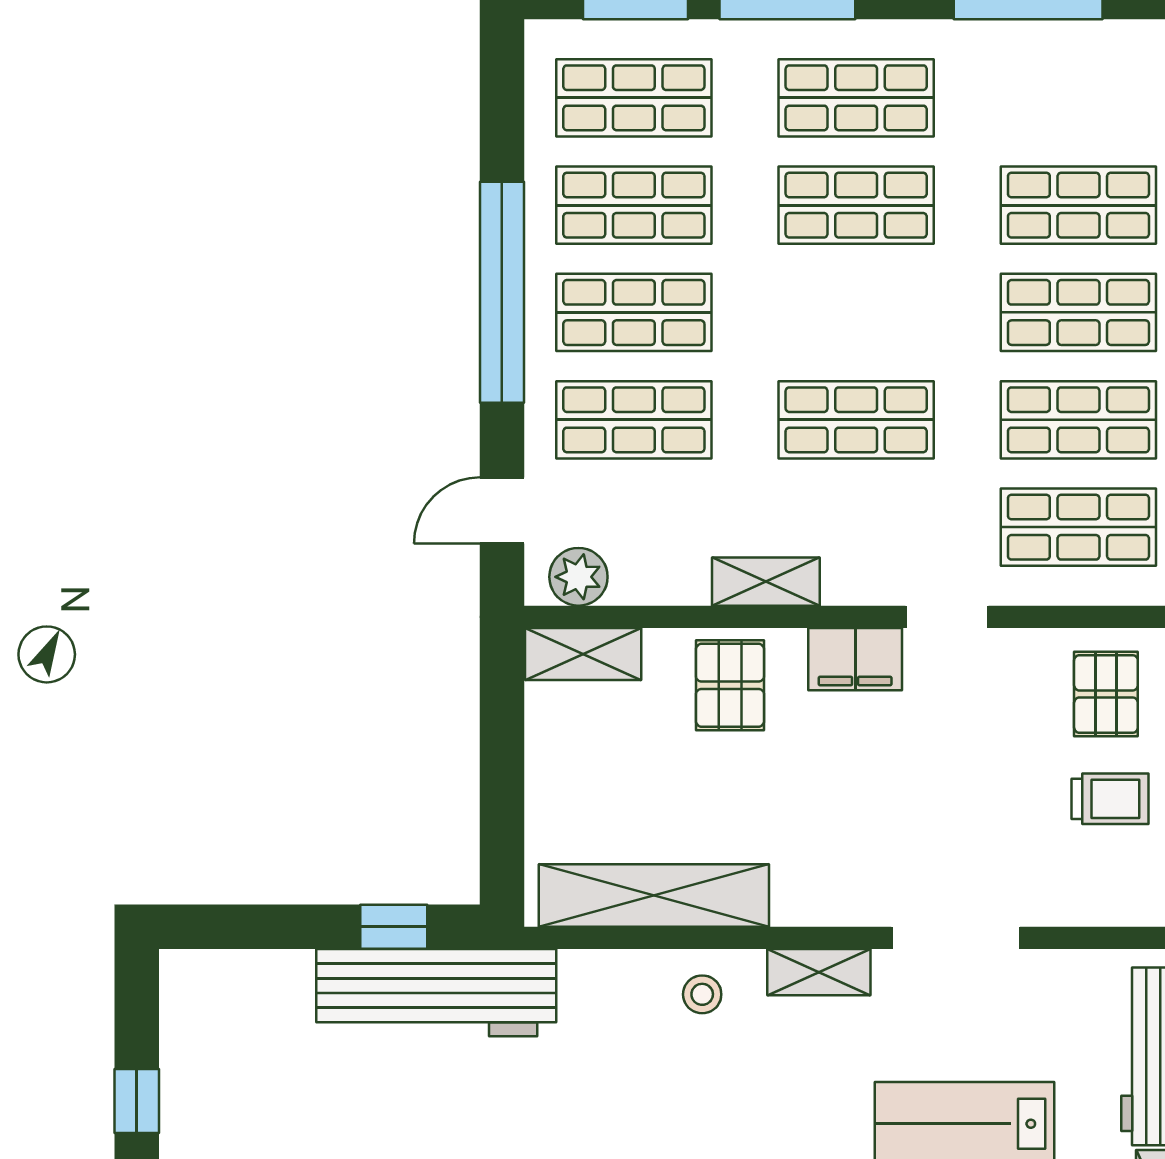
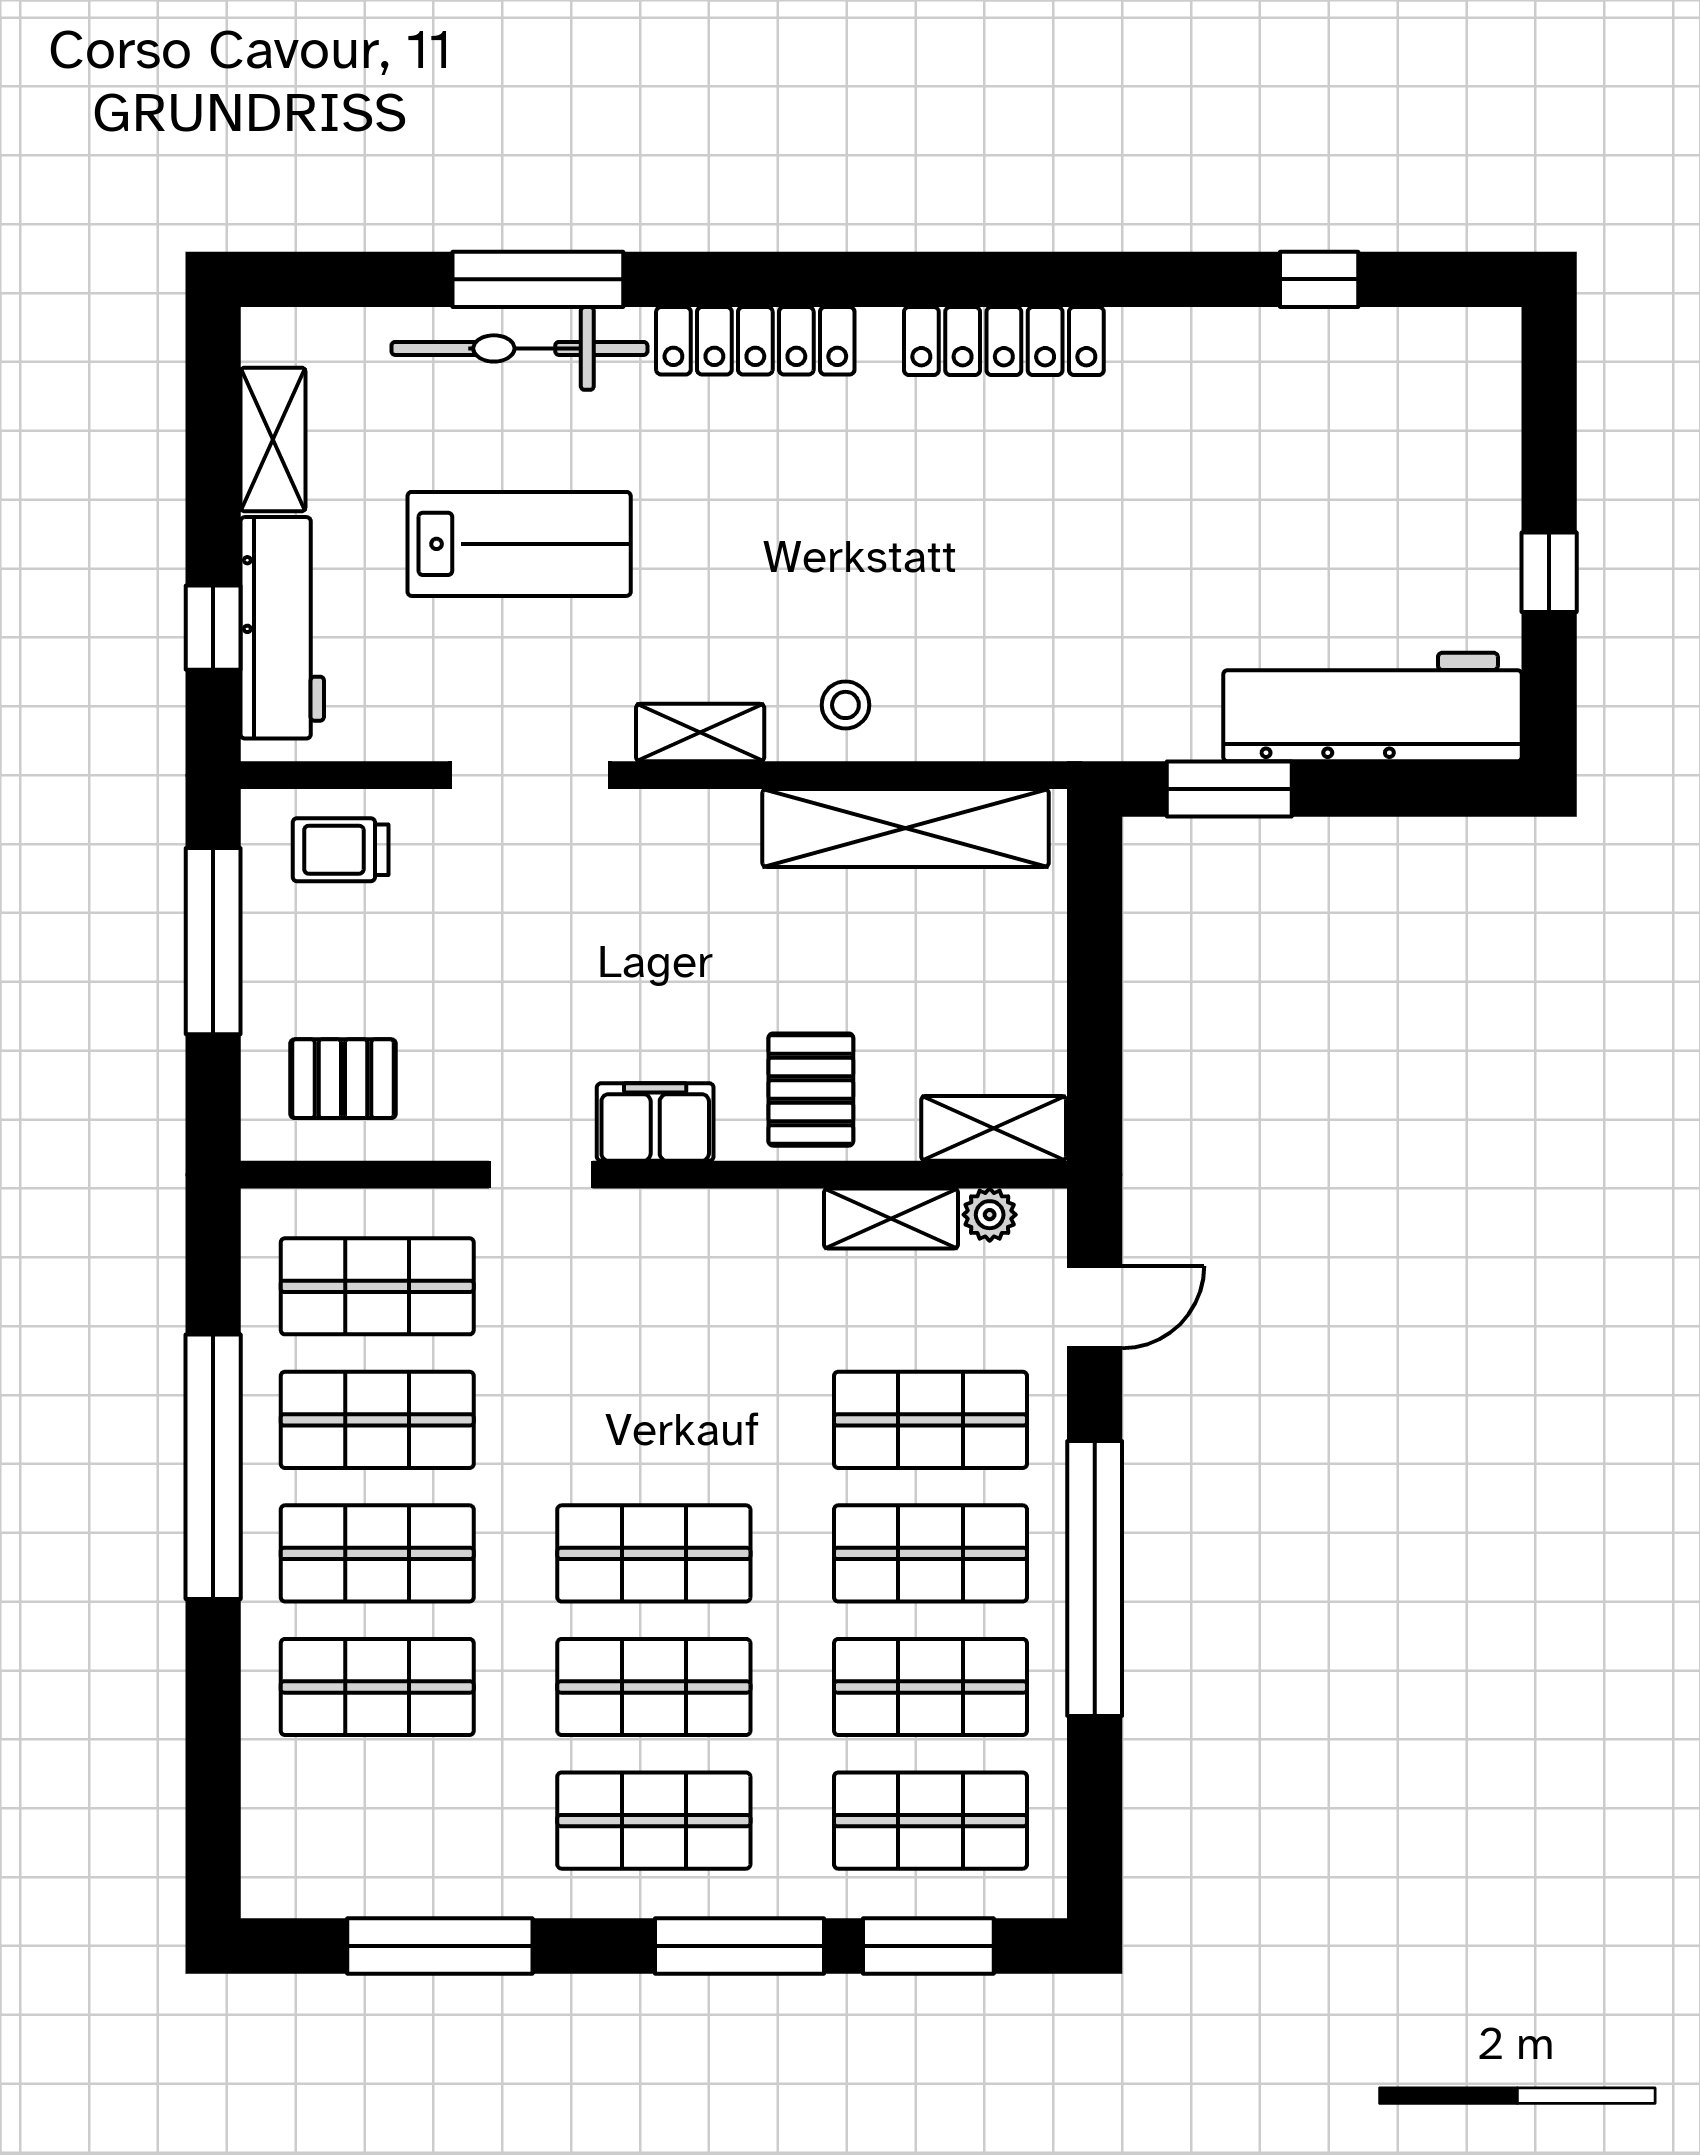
shop shelf: (856, 420) -> (654, 1553), moved
plant: (578, 577) -> (990, 1215), width x0.73, depth x0.73
shelving: (766, 582) -> (891, 1219), moved
pallet: (1106, 694) -> (343, 1079), turned 90
trolley: (1110, 799) -> (341, 850), moved
window: (394, 927) -> (1229, 789), width x1.50
workbench: (436, 993) -> (1372, 707), moved

